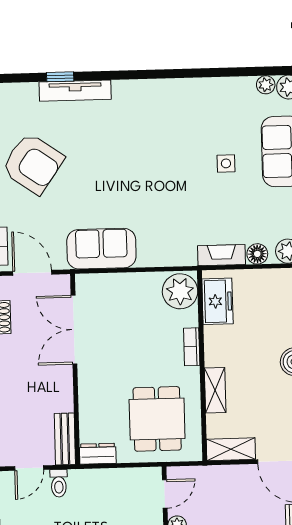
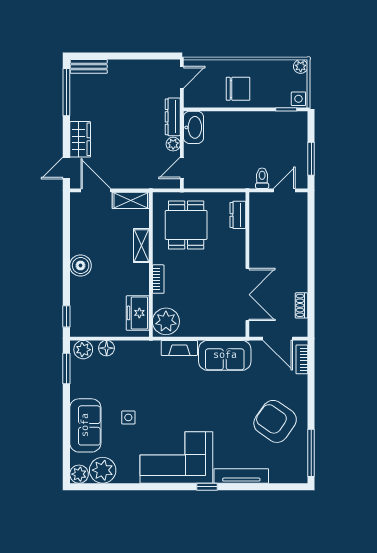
window: (60, 77) -> (207, 487), moved
plant: (266, 85) -> (103, 470), width x1.87, depth x1.87
corner sofa: (161, 113) -> (176, 457), added
fireplace: (222, 255) -> (179, 348), moved
bench: (65, 439) -> (257, 212), removed
dresser: (98, 454) -> (238, 215), moved, turned 90

